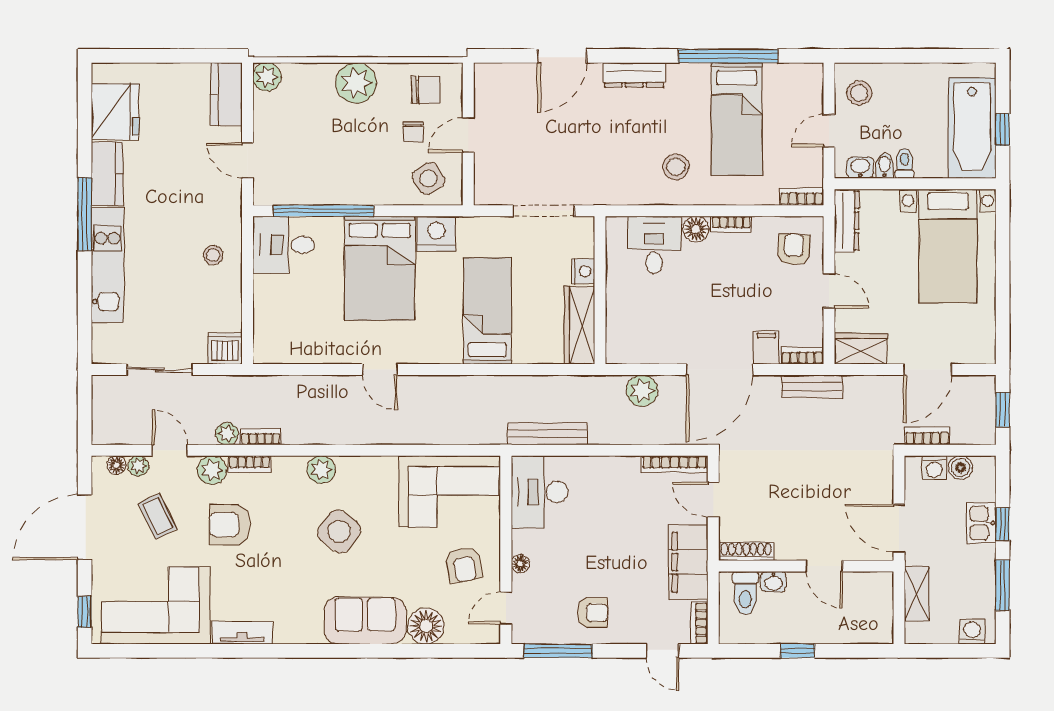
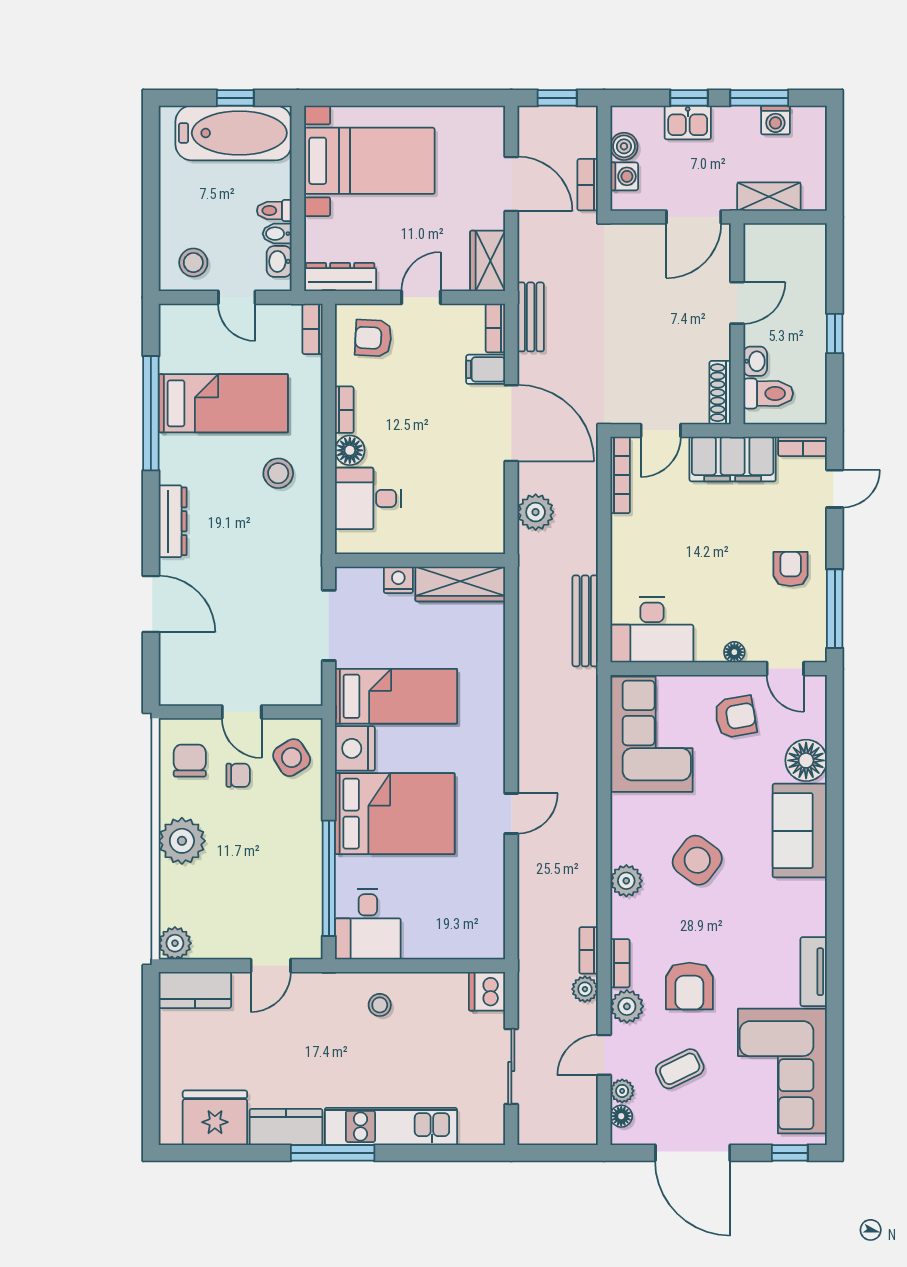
bed: (487, 311) -> (396, 696), moved, turned 180
washing machine: (972, 632) -> (775, 120), moved, turned -90

